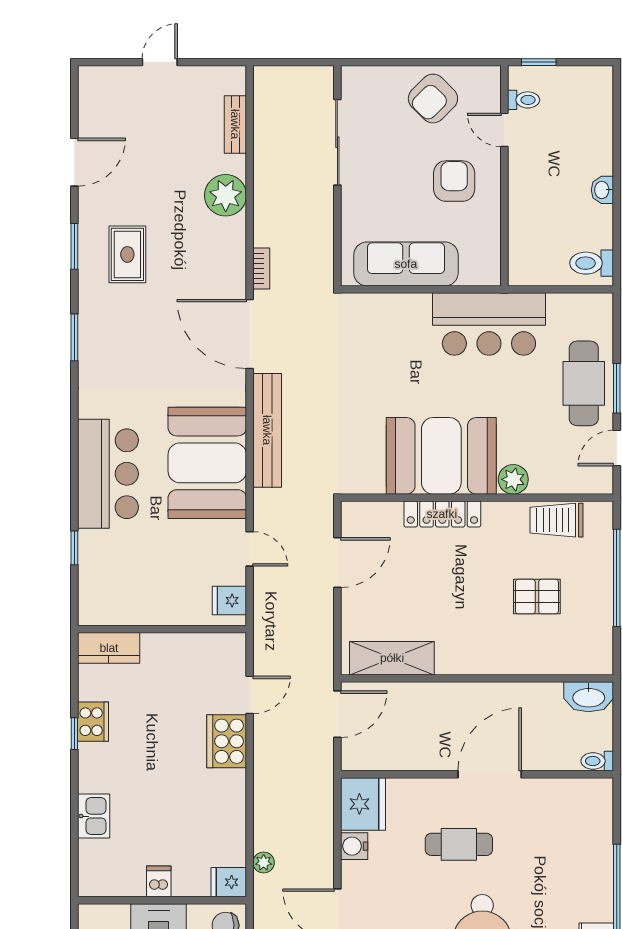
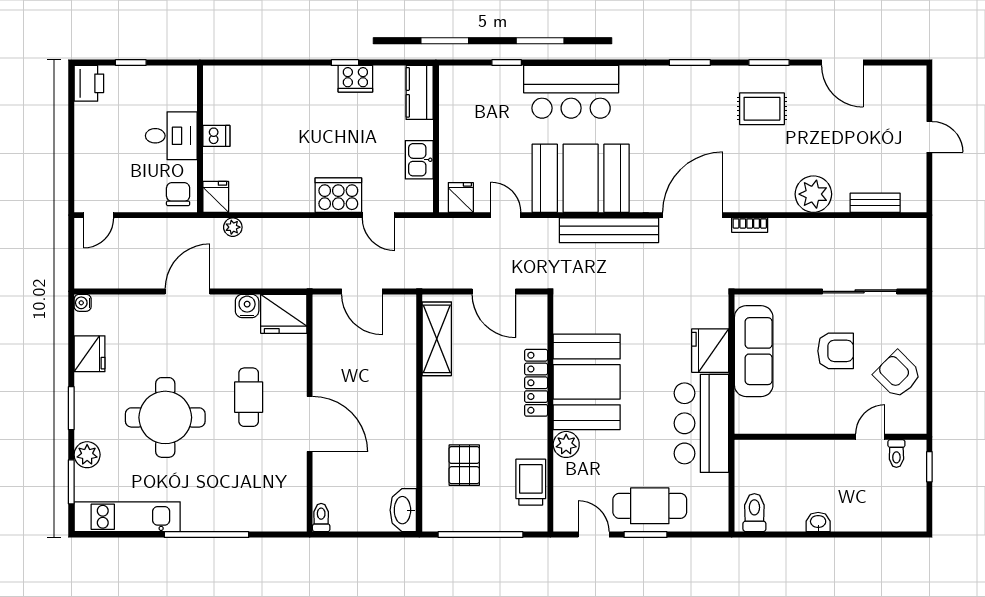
armchair: (454, 181) -> (836, 351), moved
fridge: (405, 314) -> (710, 351), added
door: (250, 549) -> (506, 215), swing flipped
shelving: (392, 658) -> (437, 339), moved
wall: (477, 678) -> (419, 413), moved
washbasin: (589, 697) -> (403, 510), moved
kitchen sink: (94, 816) -> (419, 160), moved, turned 90

